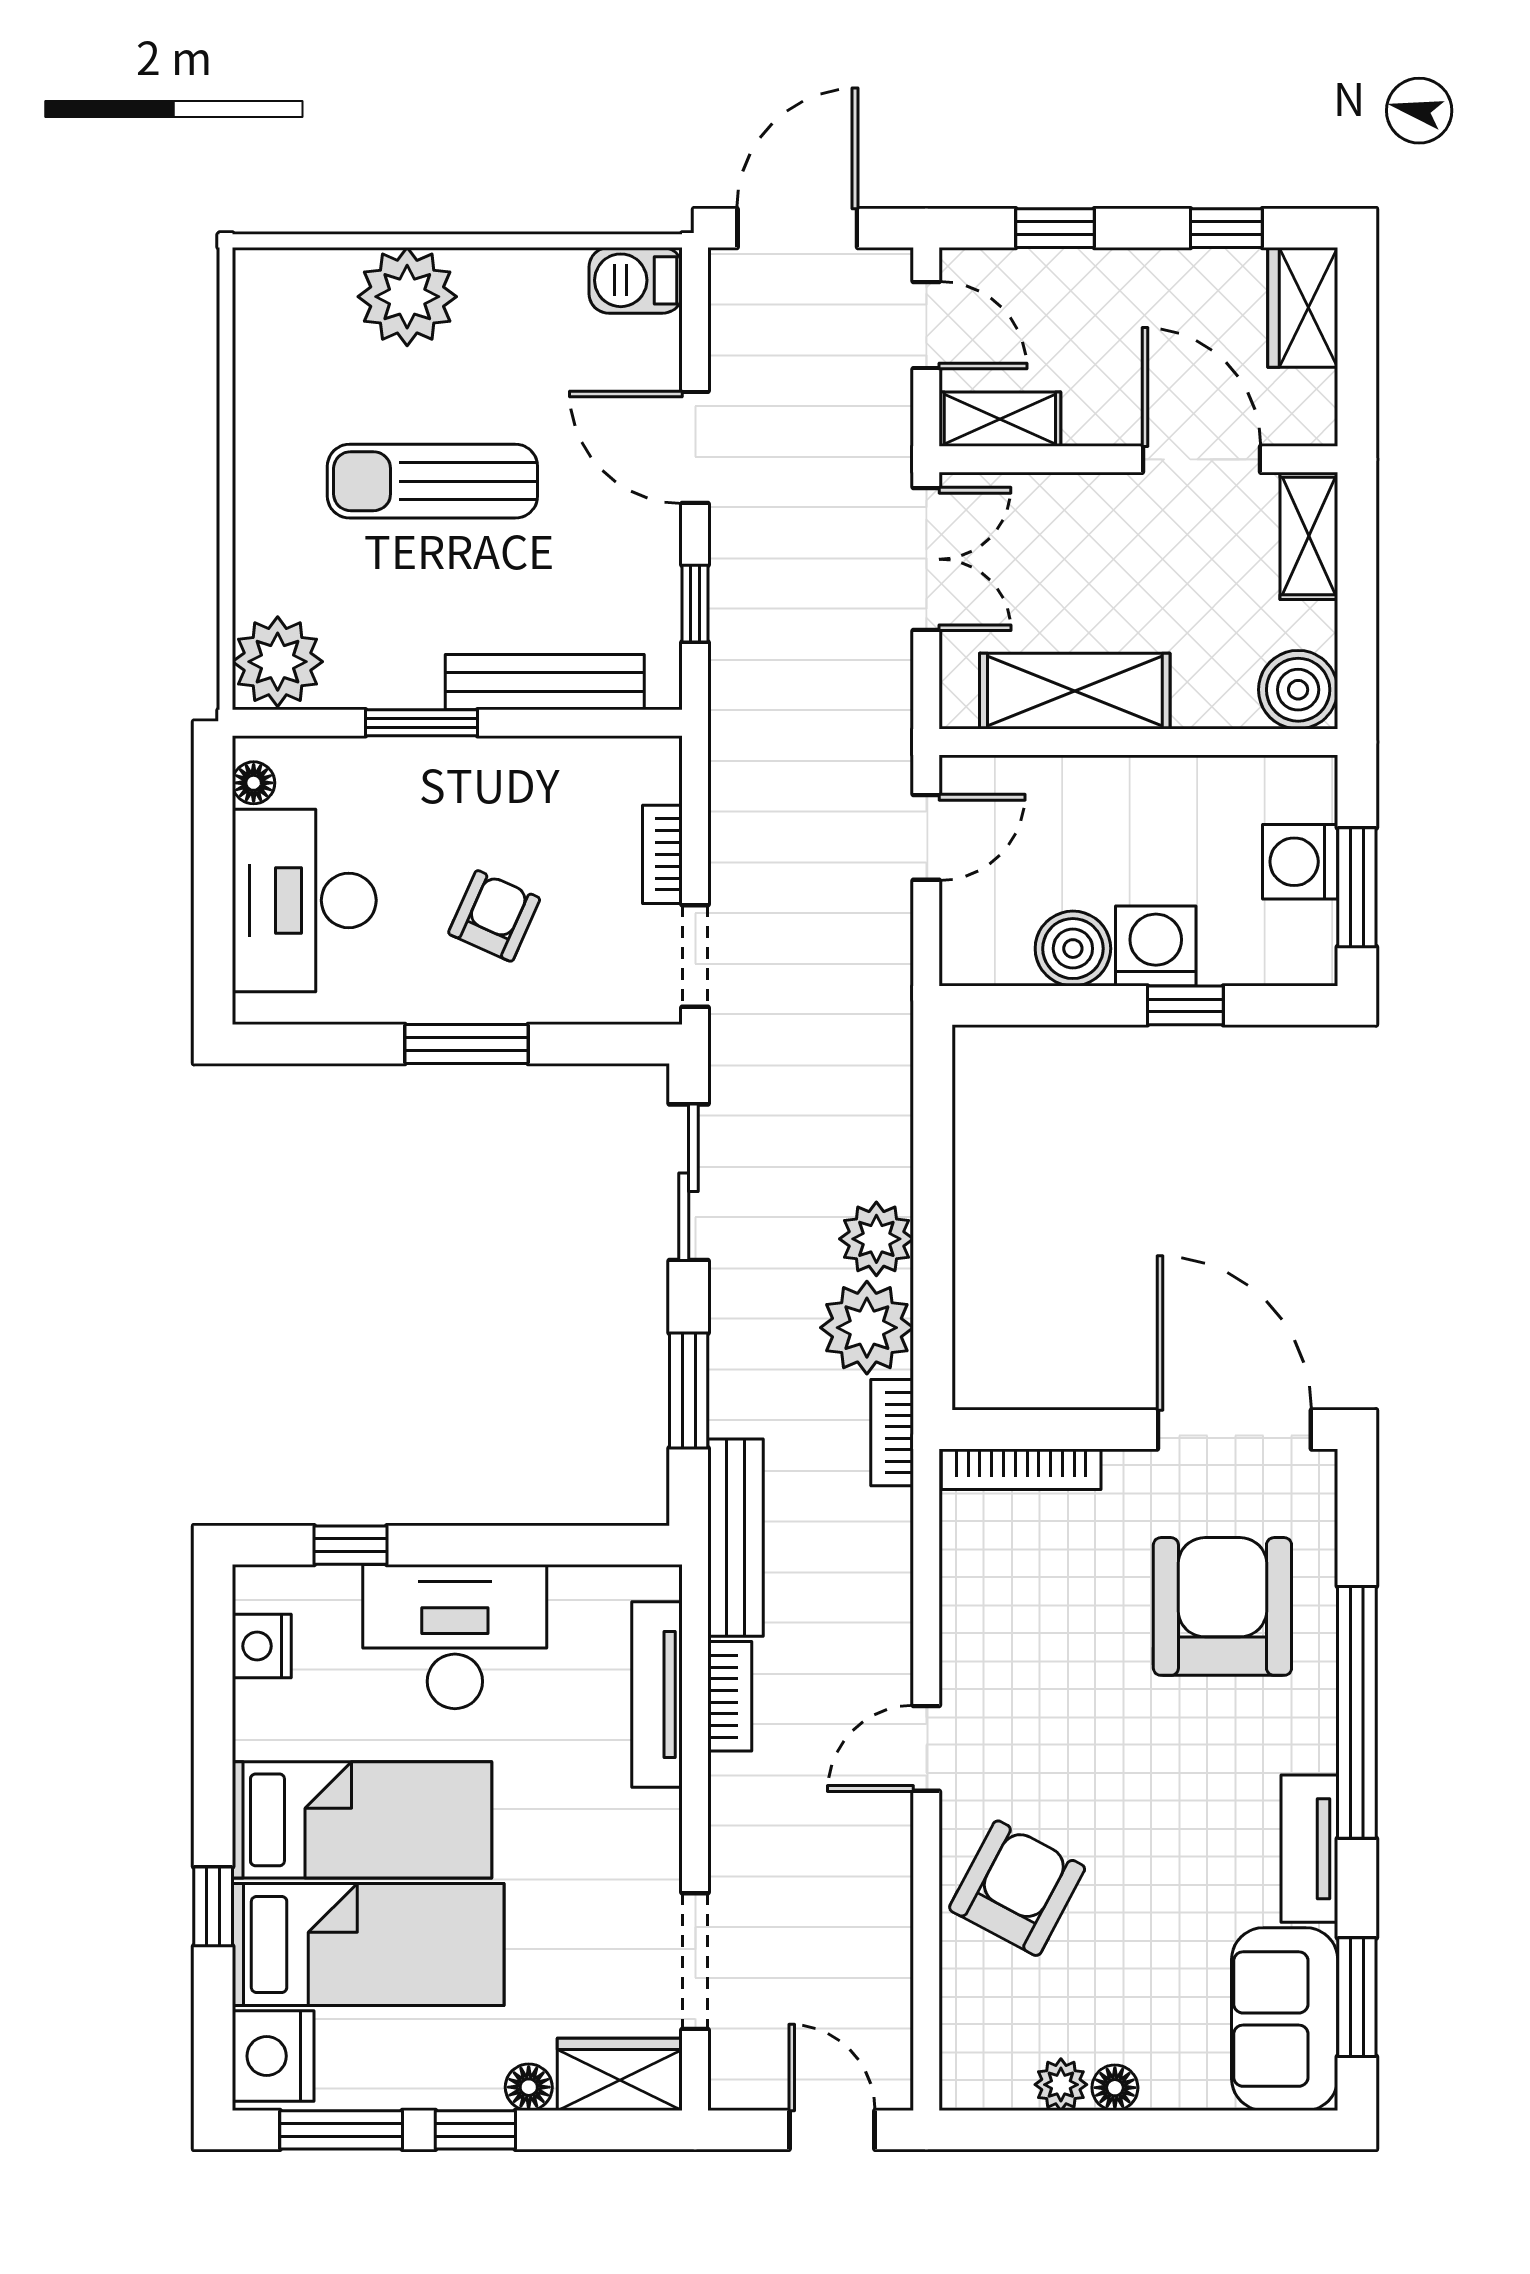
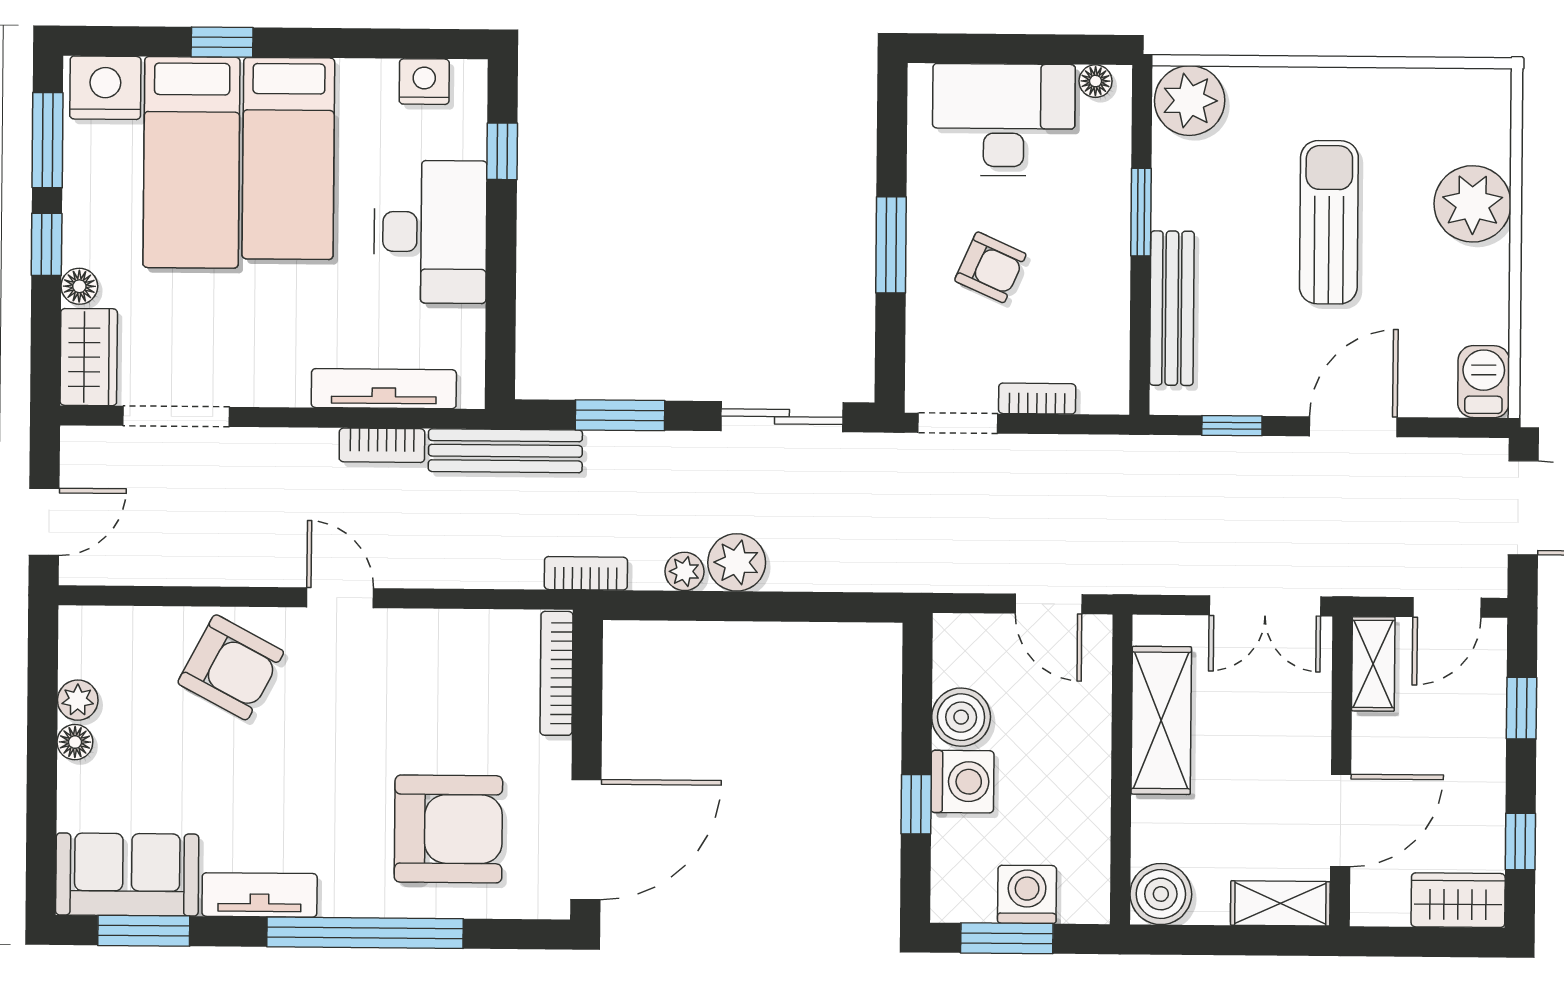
plant: (867, 1328) -> (684, 571), width x0.53, depth x0.53

